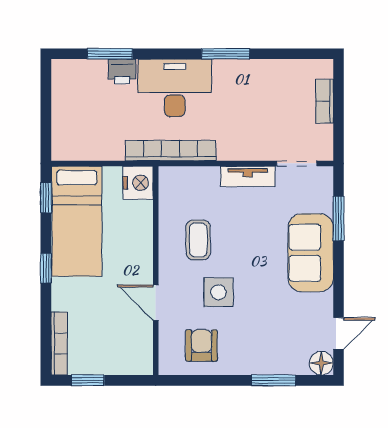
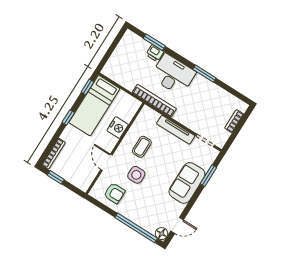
tv unit: (248, 176) -> (176, 130), width x1.41
nightstand: (138, 183) -> (118, 128), moved
armchair: (201, 345) -> (114, 193), turned 90
window: (273, 380) -> (136, 228), width x2.11

